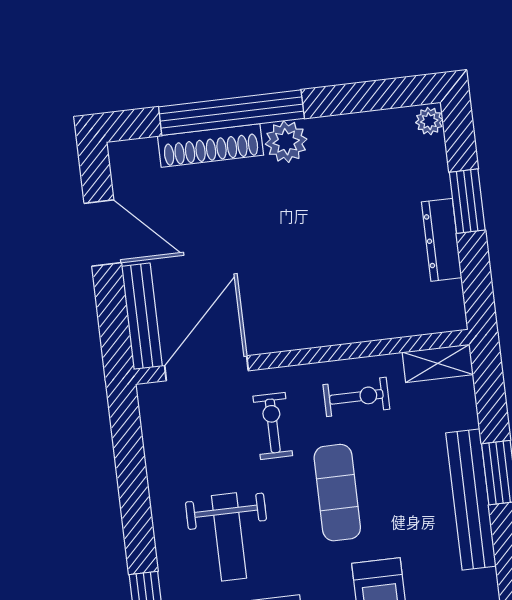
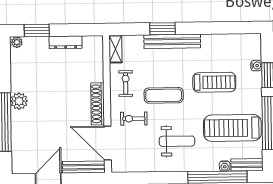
shoe rack: (211, 146) -> (98, 104), moved, turned 180
window: (467, 201) -> (37, 30), moved

